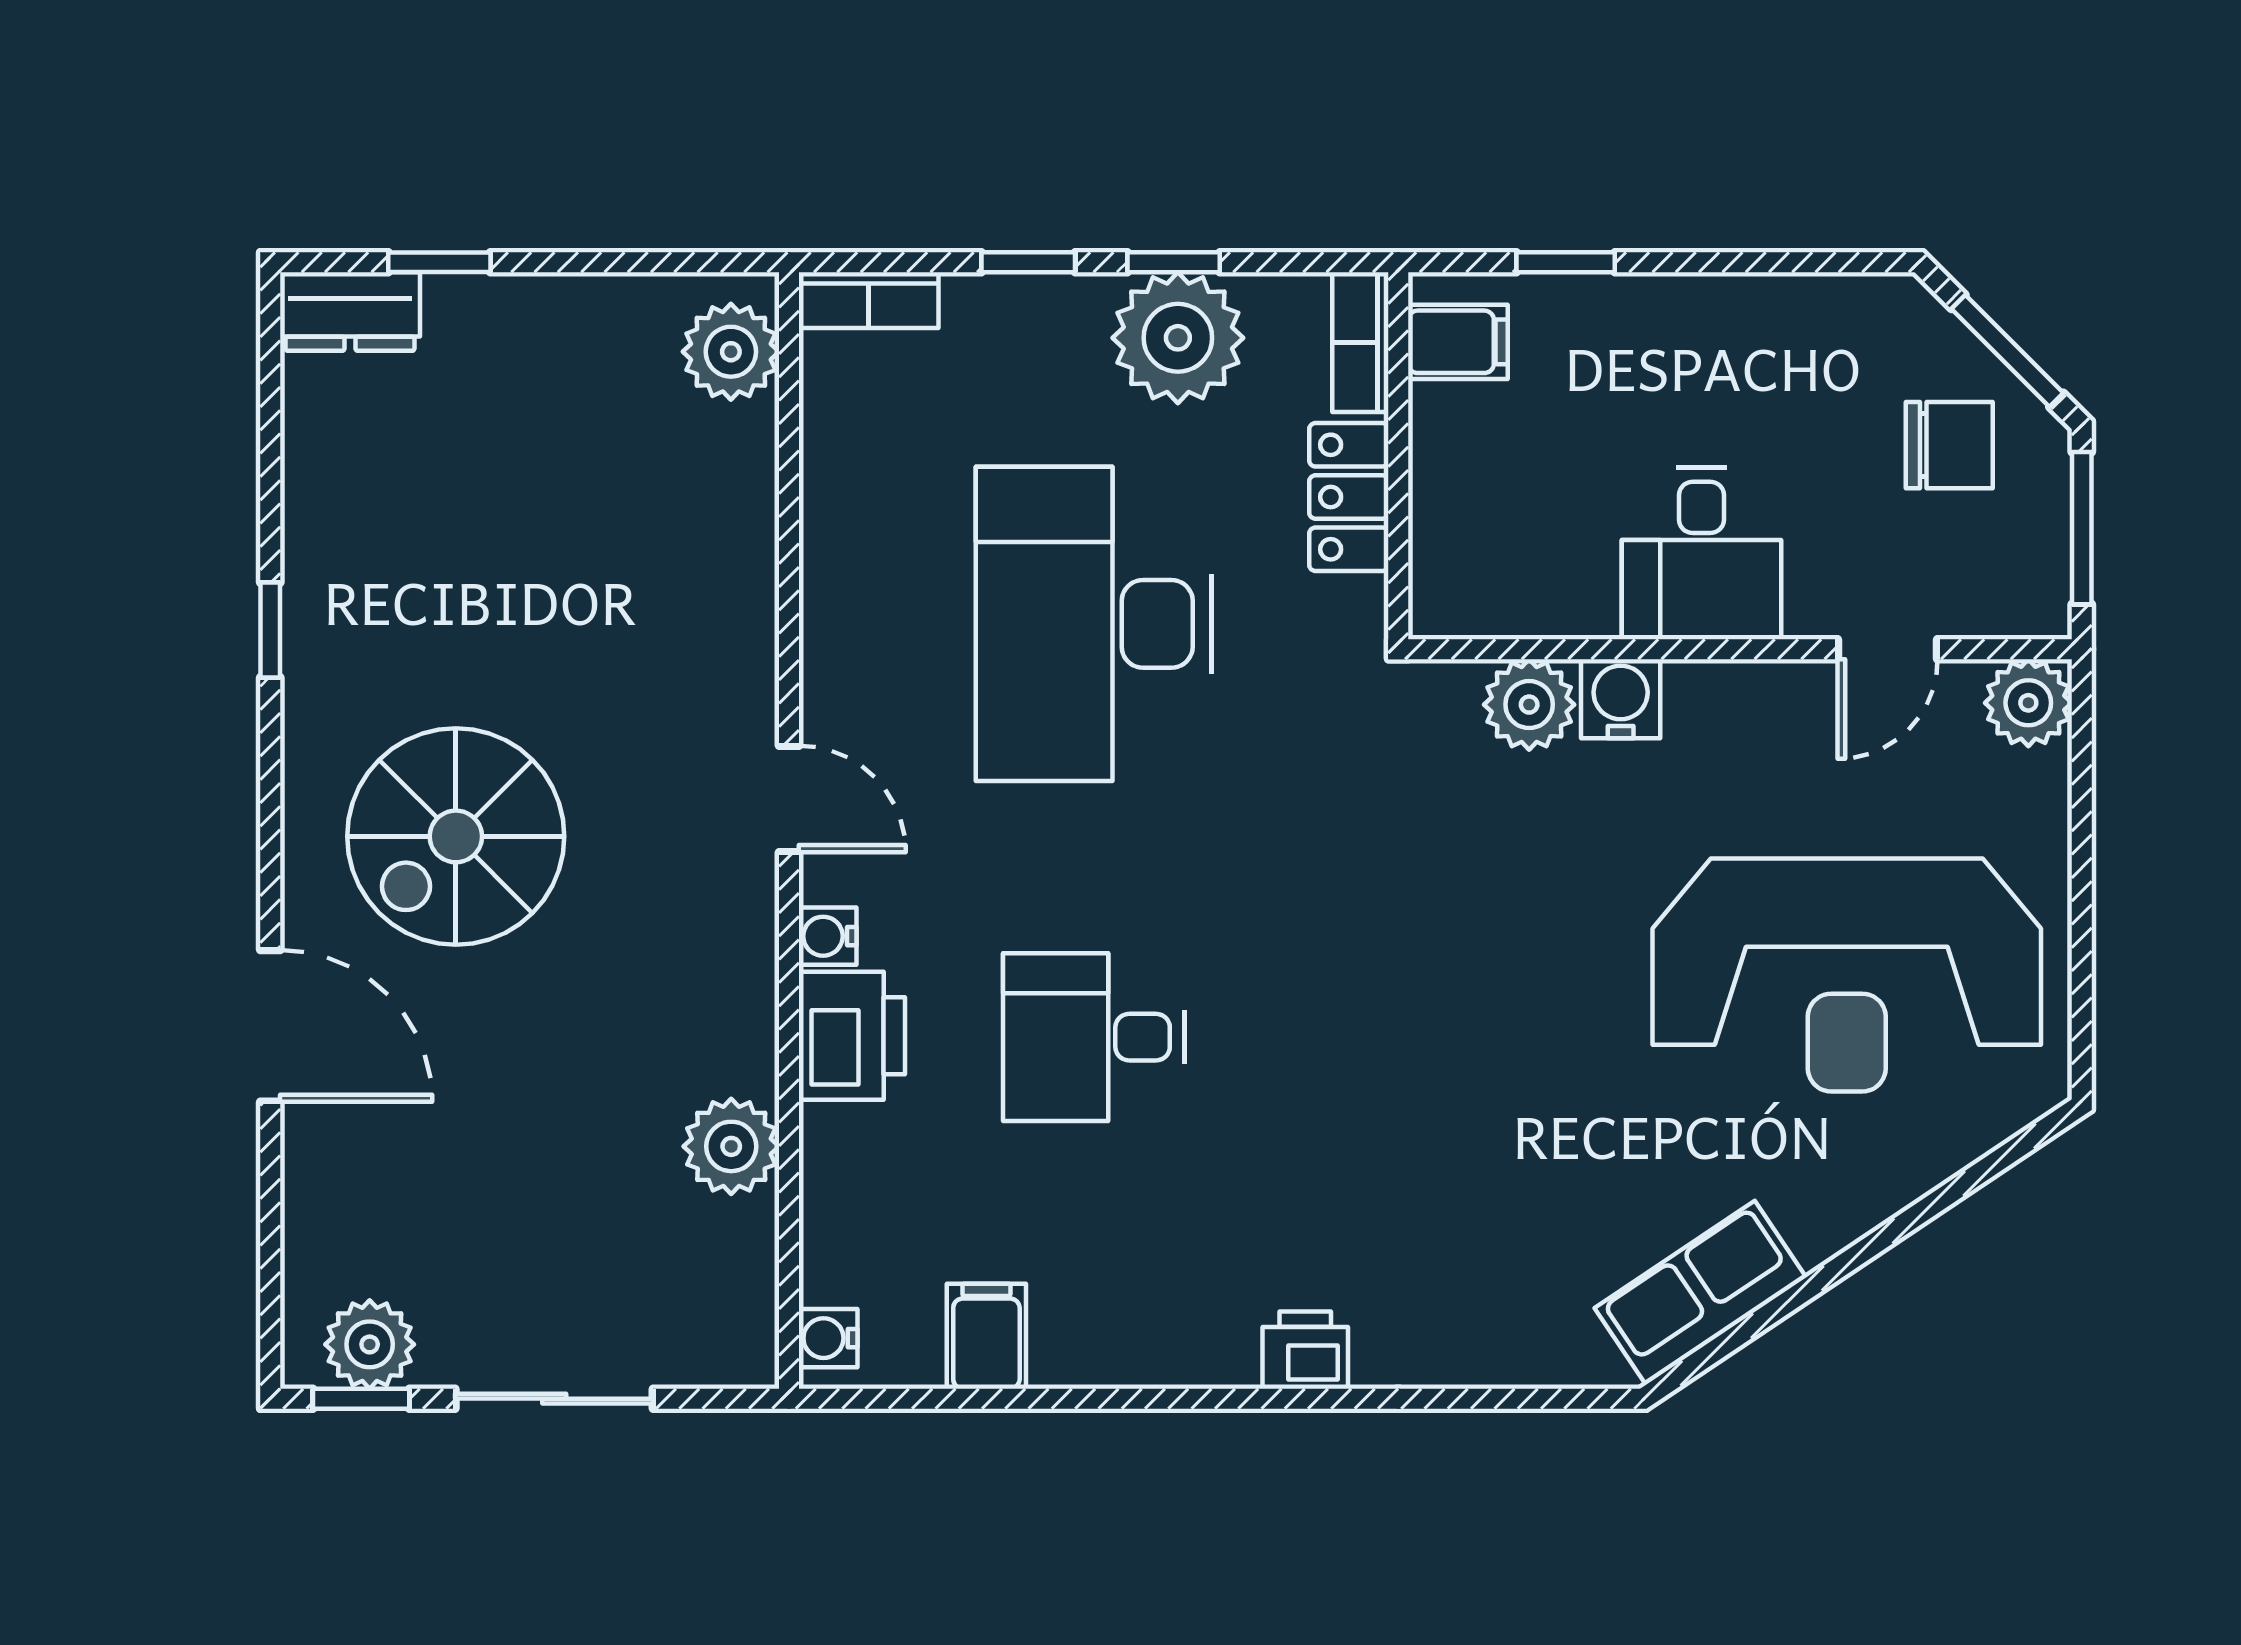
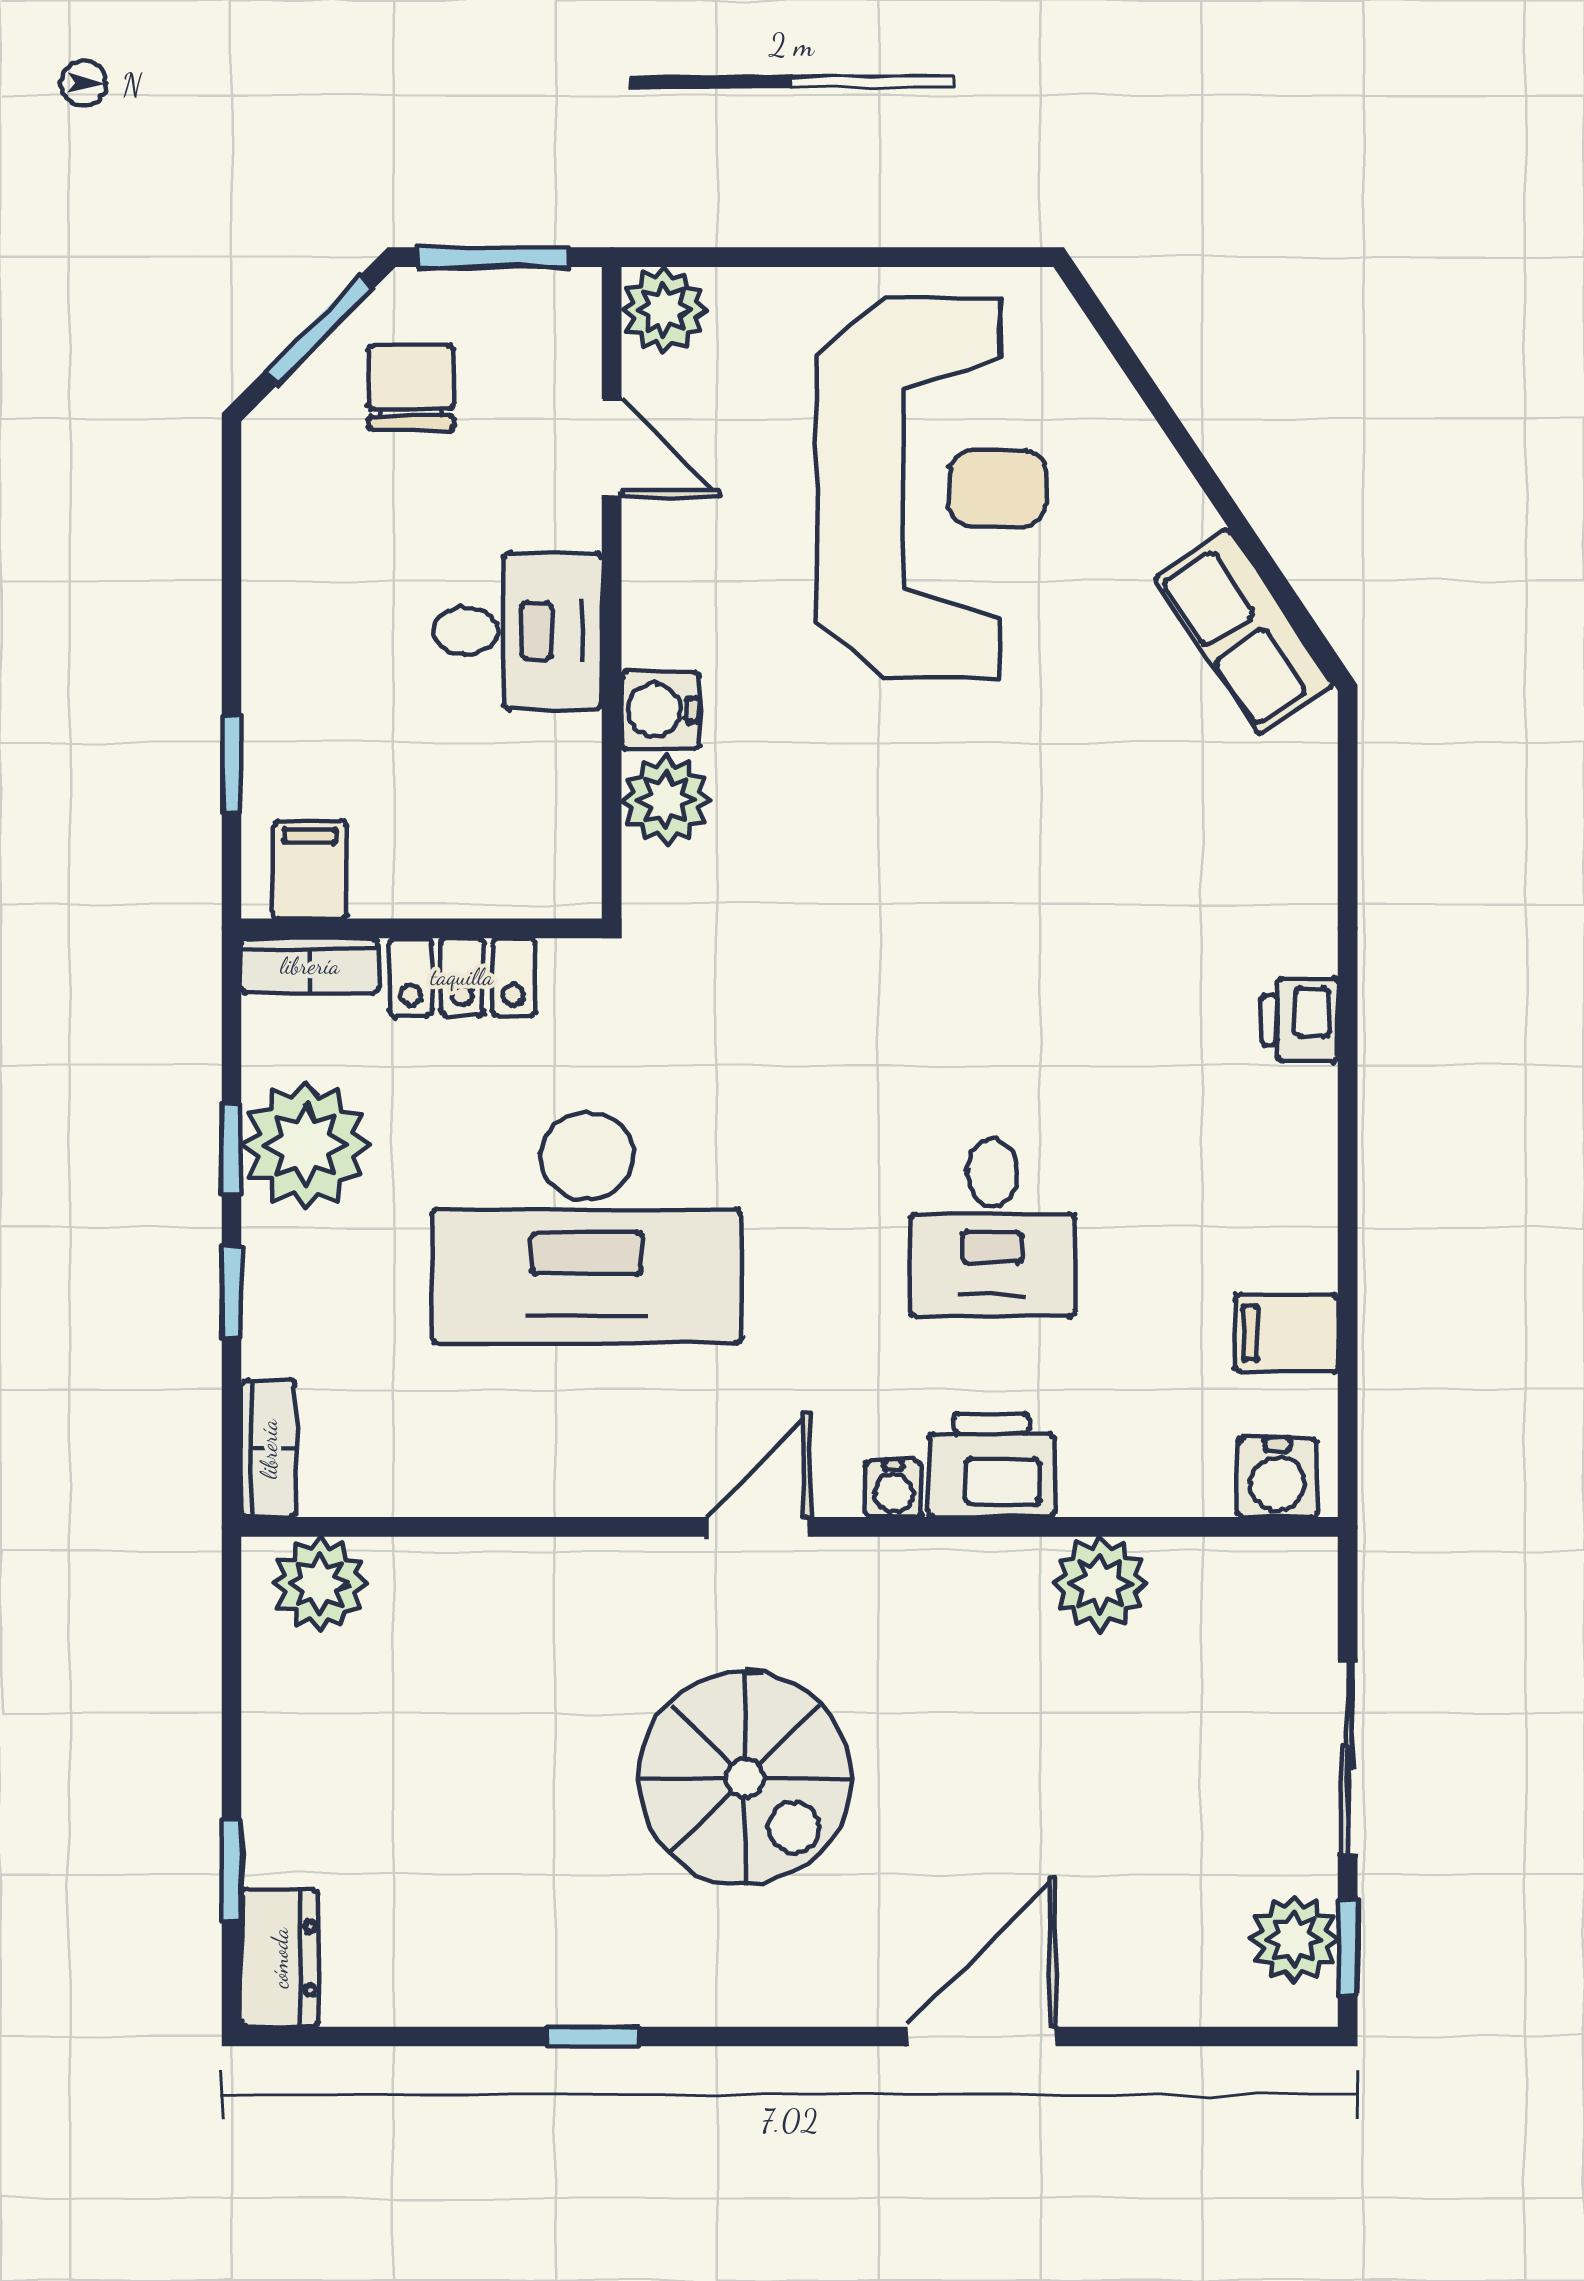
spiral stairs: (456, 836) -> (745, 1778), moved
water cooler: (828, 1338) -> (1277, 1478), width x1.38, depth x1.38

